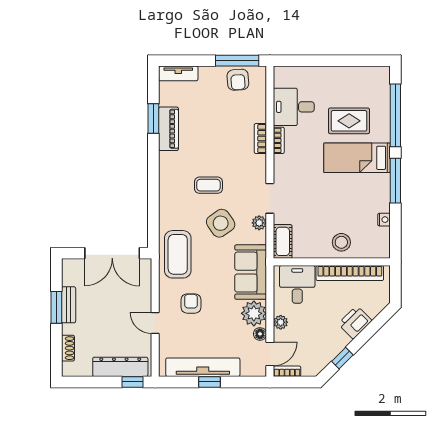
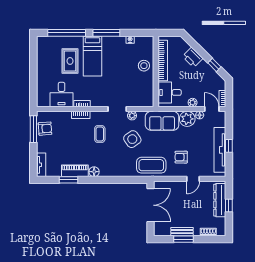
floor lamp: (167, 160) -> (94, 172), added
coffee table: (208, 185) -> (100, 134), moved
cot: (283, 241) -> (143, 101), removed
window: (132, 382) -> (229, 206), moved

